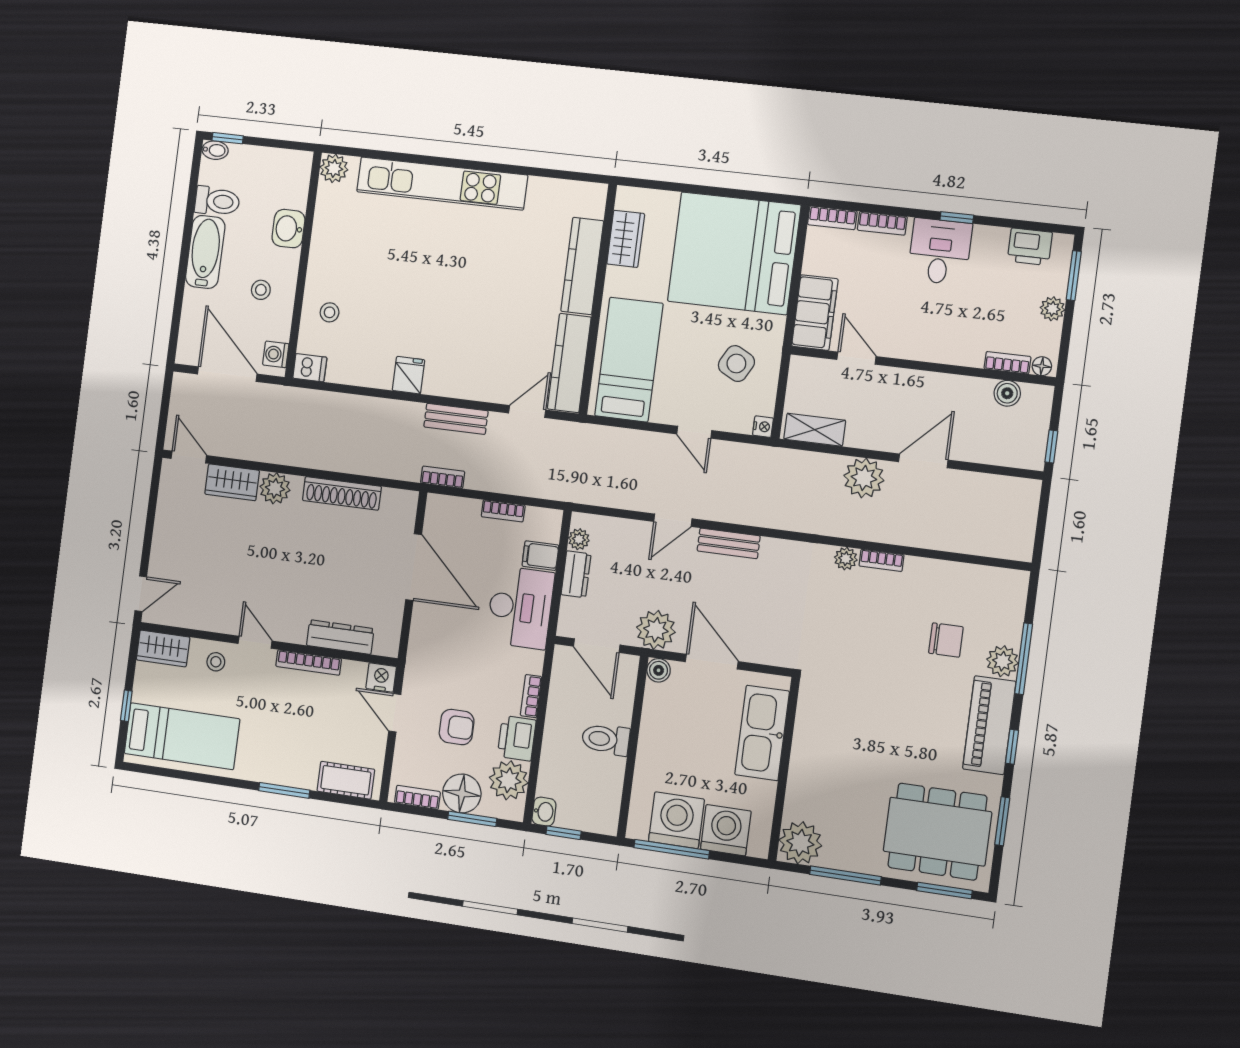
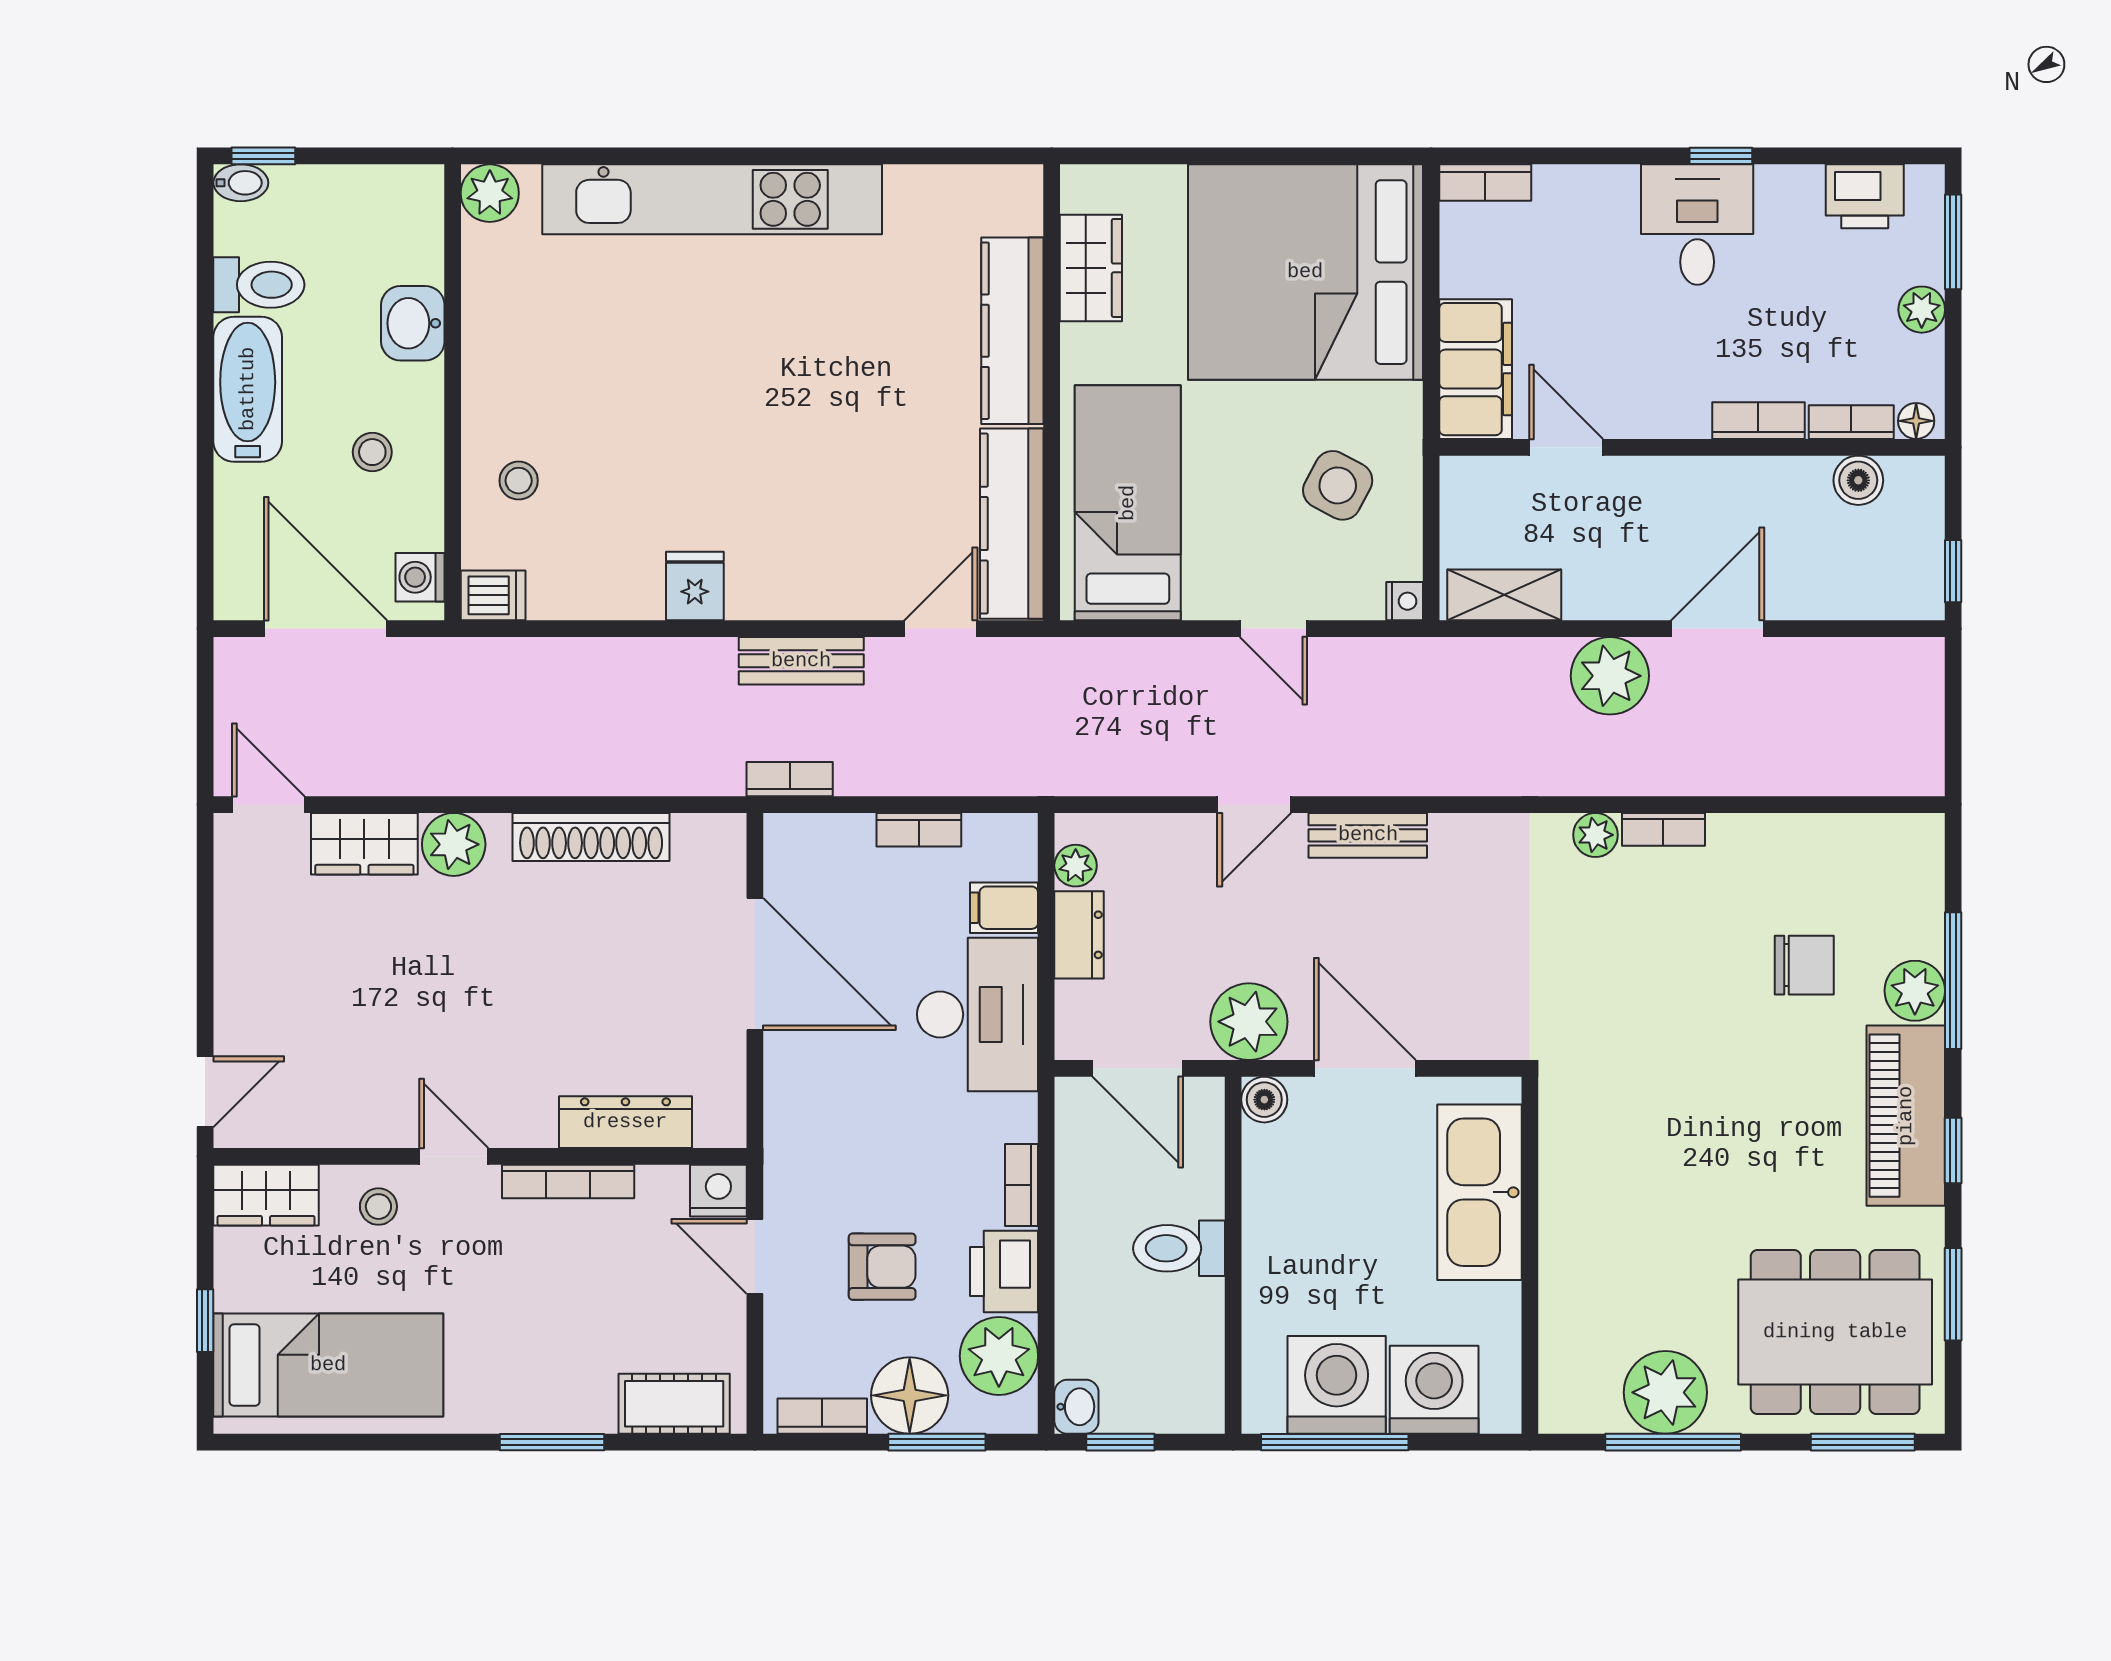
bookcase: (882, 223) -> (1758, 421), moved, turned 180
plant: (800, 843) -> (1665, 1392), moved

